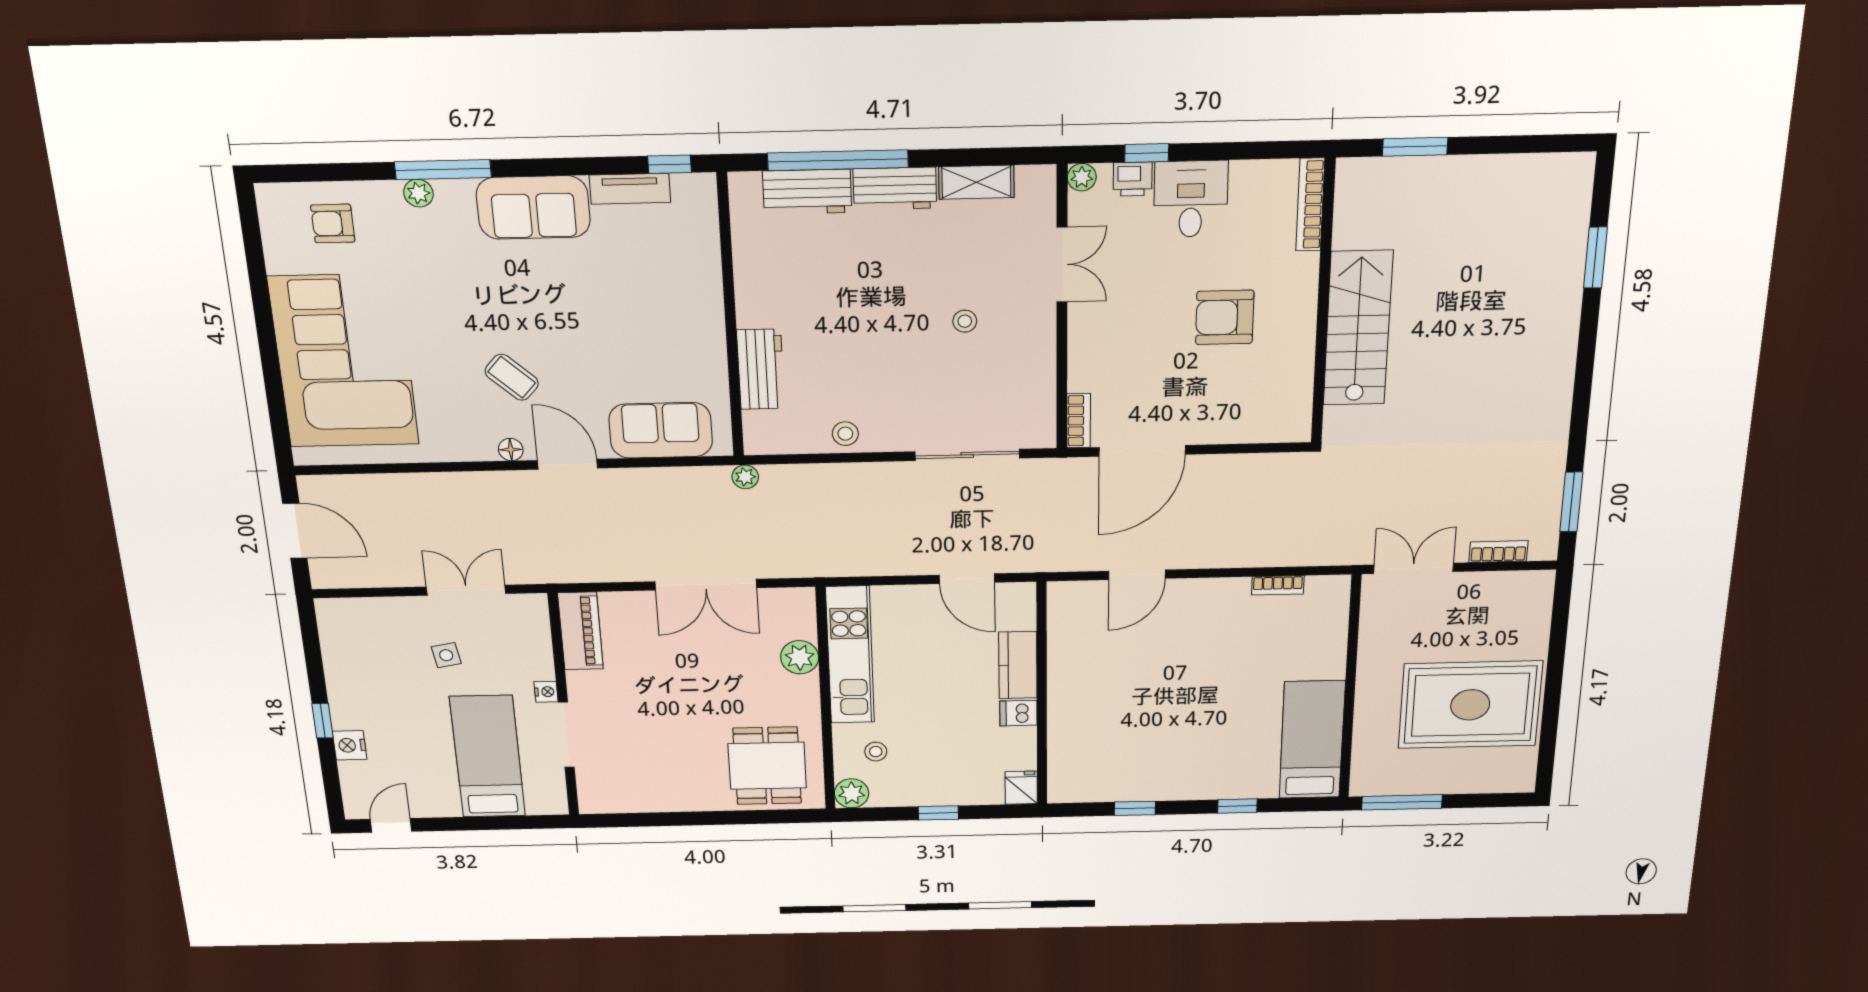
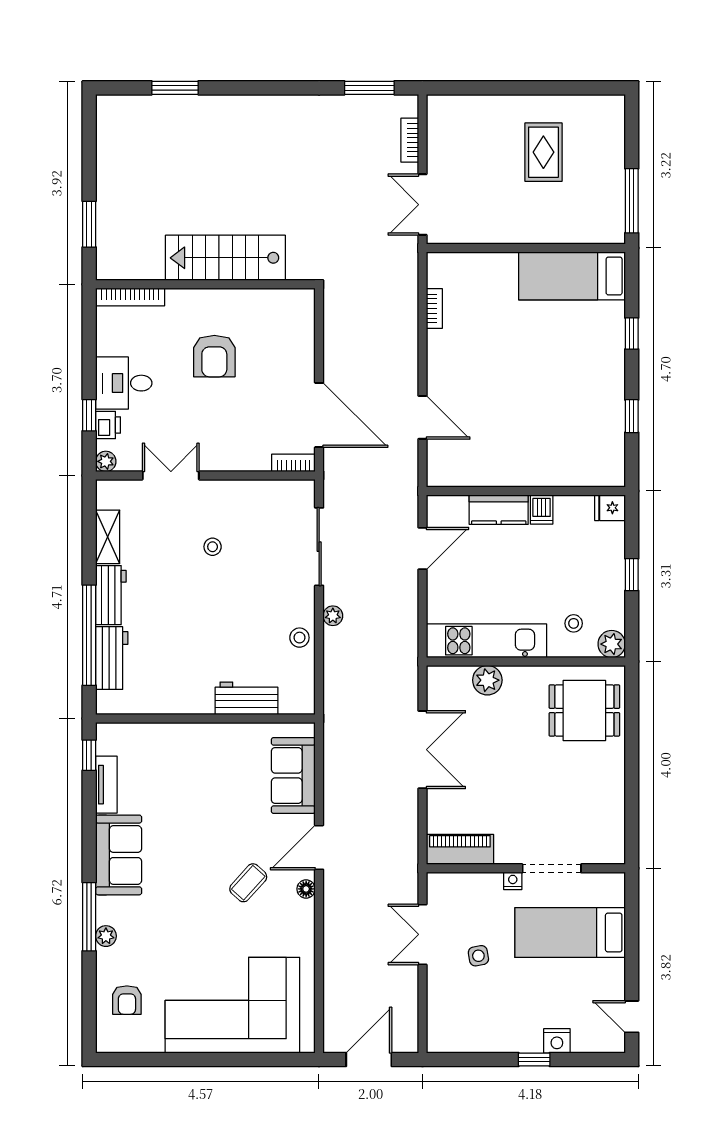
plant: (745, 477) -> (333, 616), moved
rug: (1470, 705) -> (543, 152), width x0.54, depth x0.49

